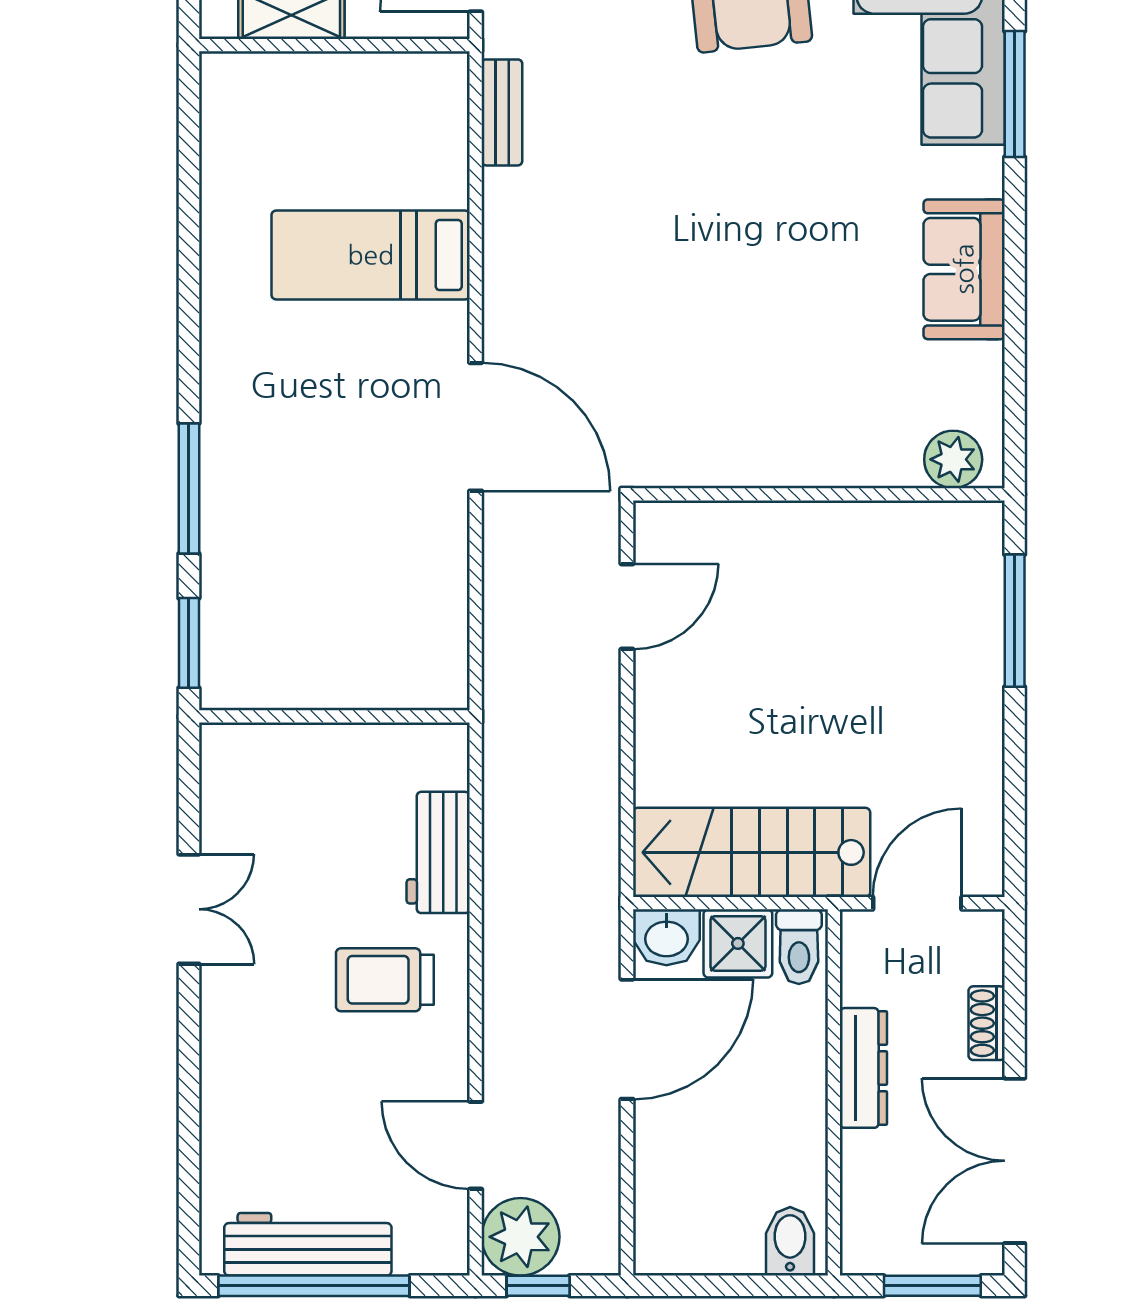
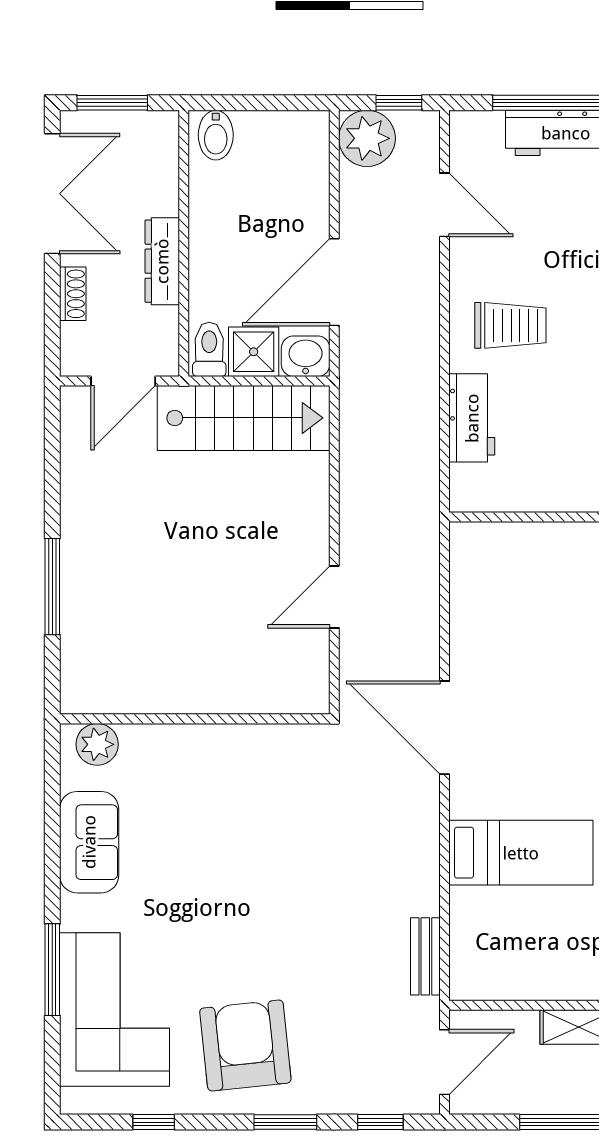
plant: (953, 459) -> (97, 744), moved
wall: (819, 494) -> (195, 719), moved
plant: (521, 1237) -> (367, 138), moved

